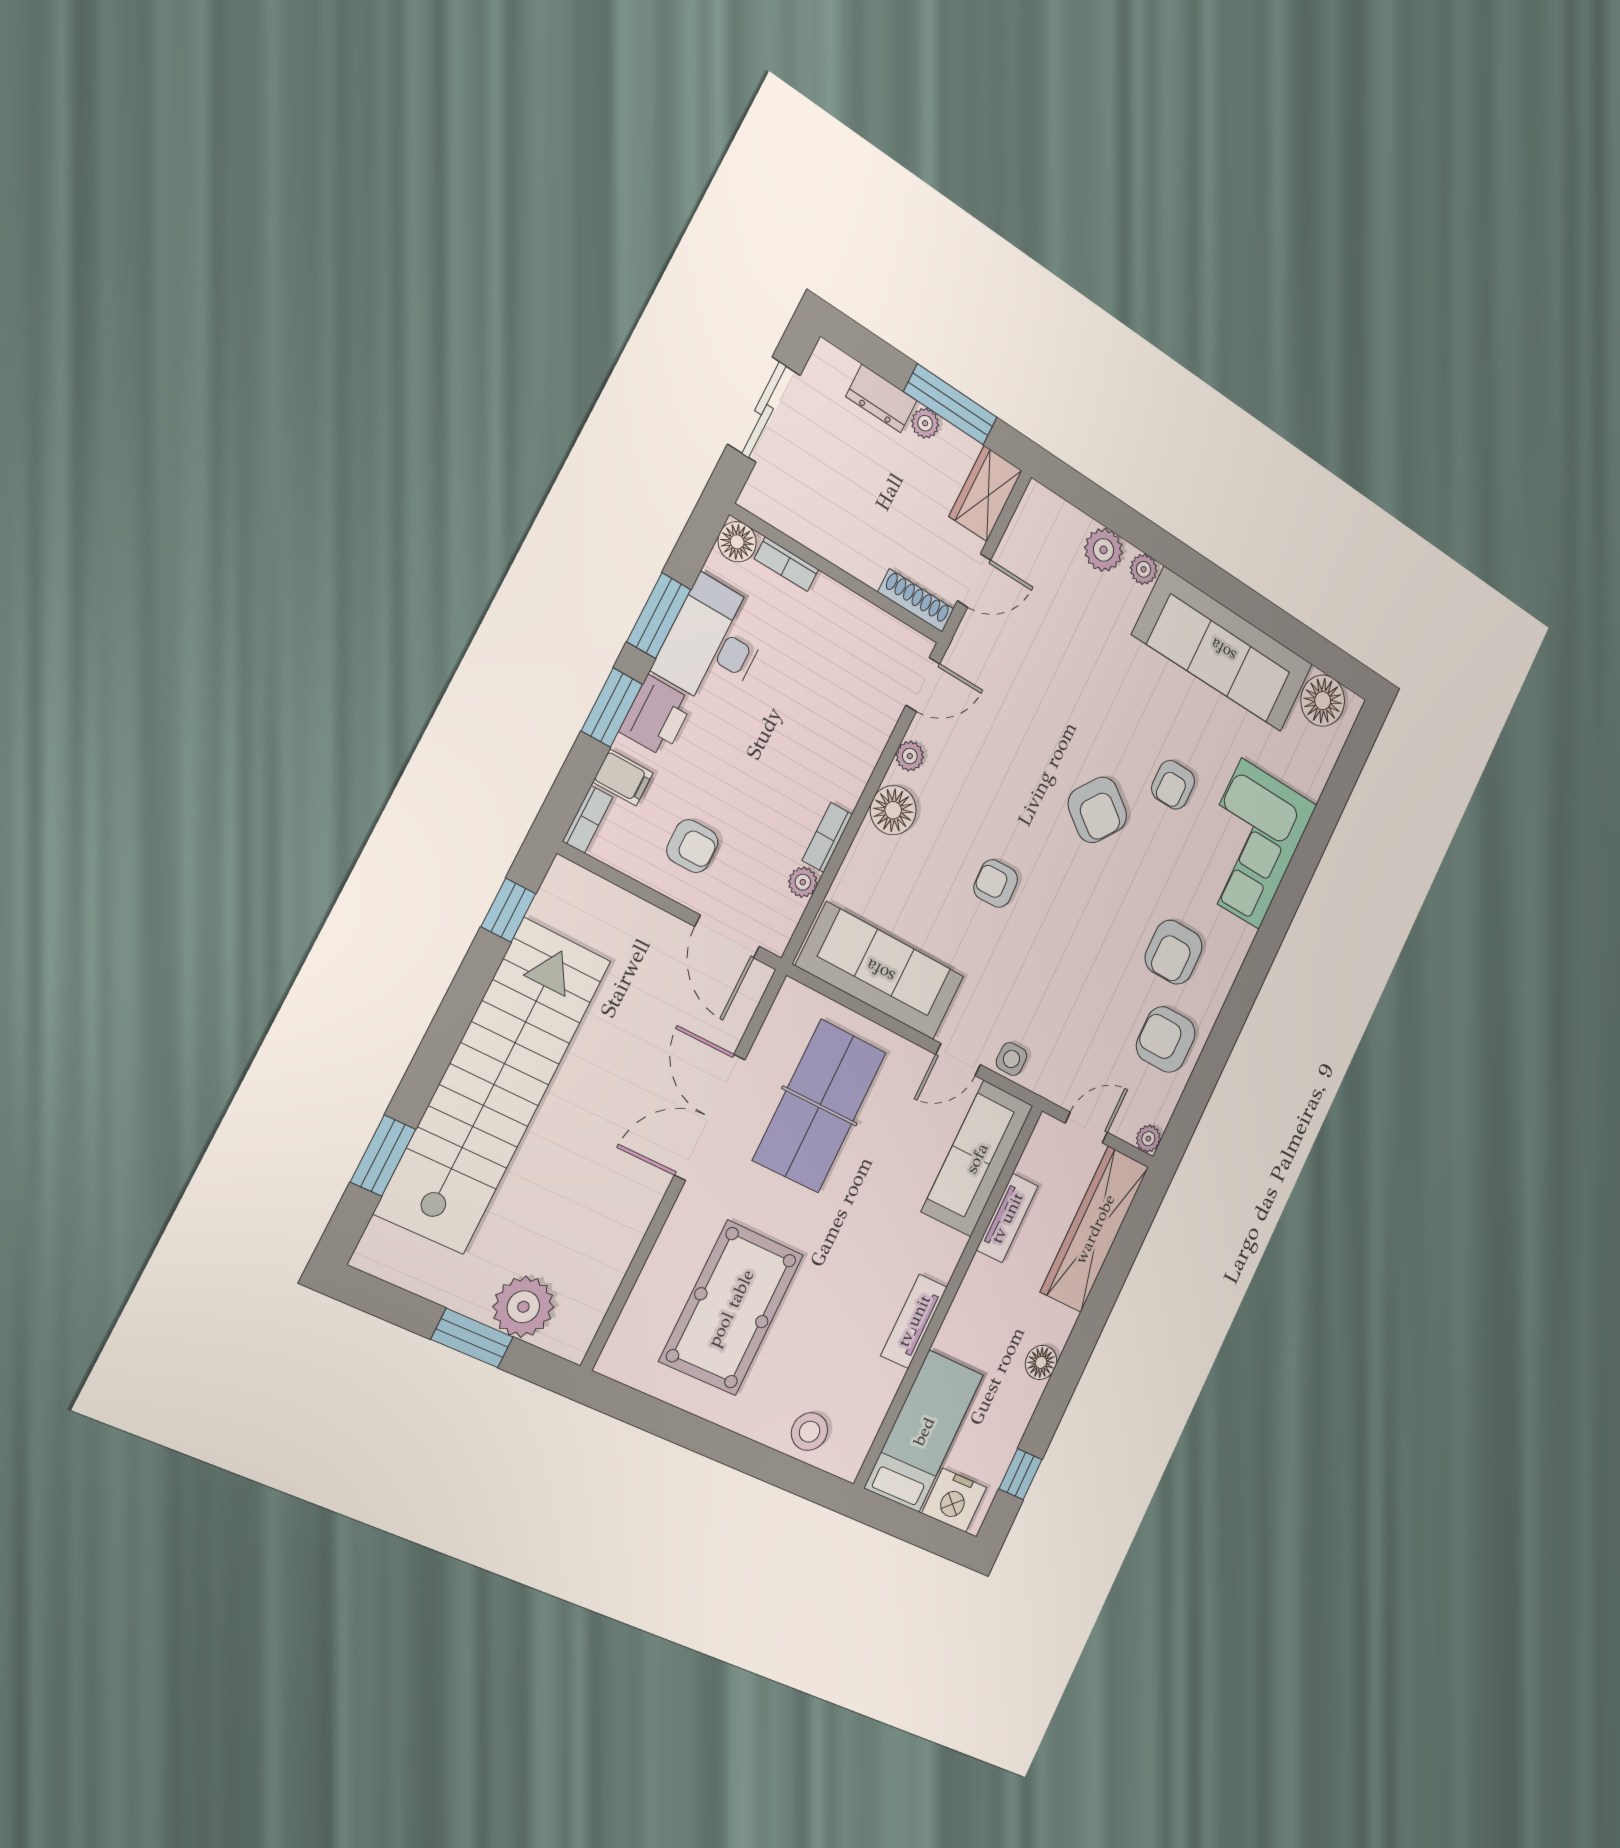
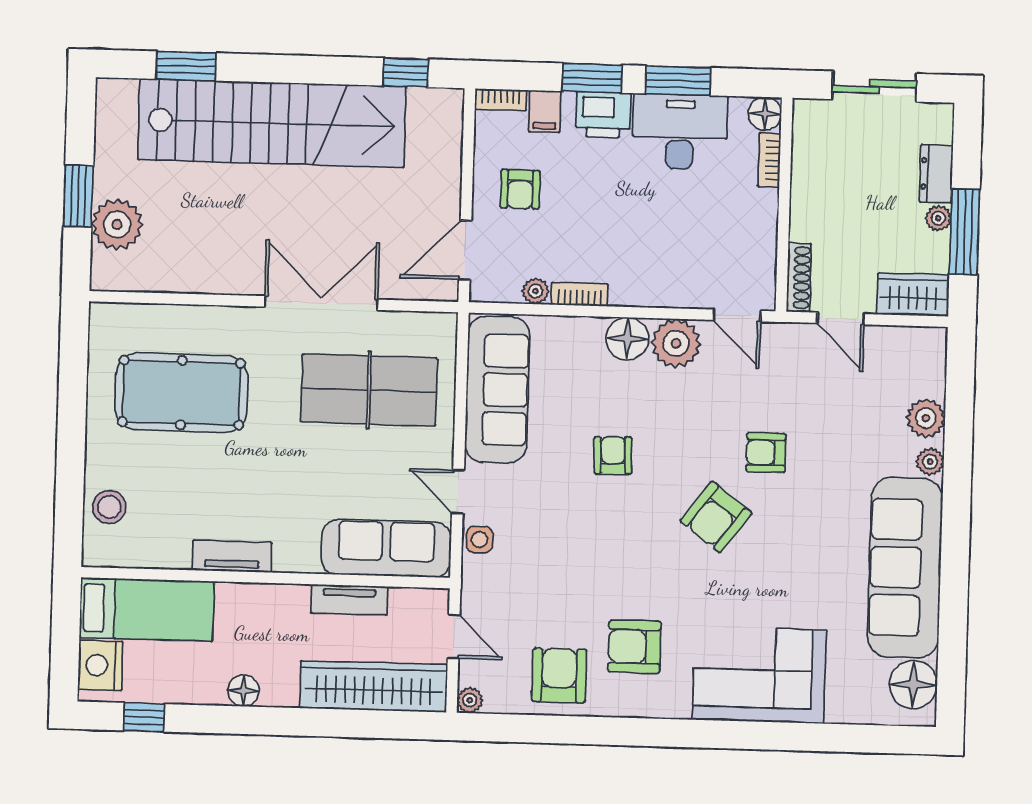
plant: (910, 756) -> (676, 343), width x1.87, depth x1.87
armchair: (1173, 785) -> (766, 453), moved

